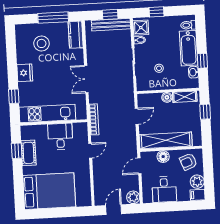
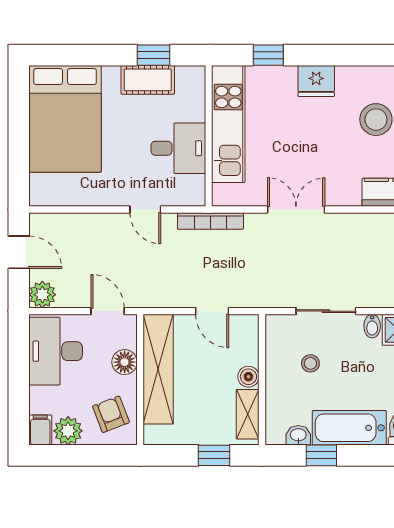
desk: (164, 189) -> (56, 351), width x1.37

